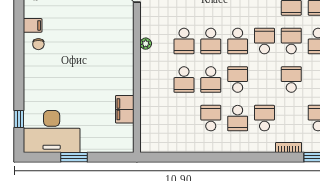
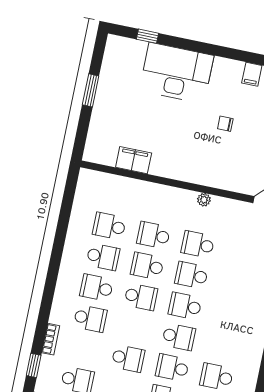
school desk: (291, 41) -> (172, 368), turned 180
chair: (38, 44) -> (225, 124), moved
school desk: (184, 118) -> (109, 226), added
desk: (52, 132) -> (177, 73), moved, turned 90

